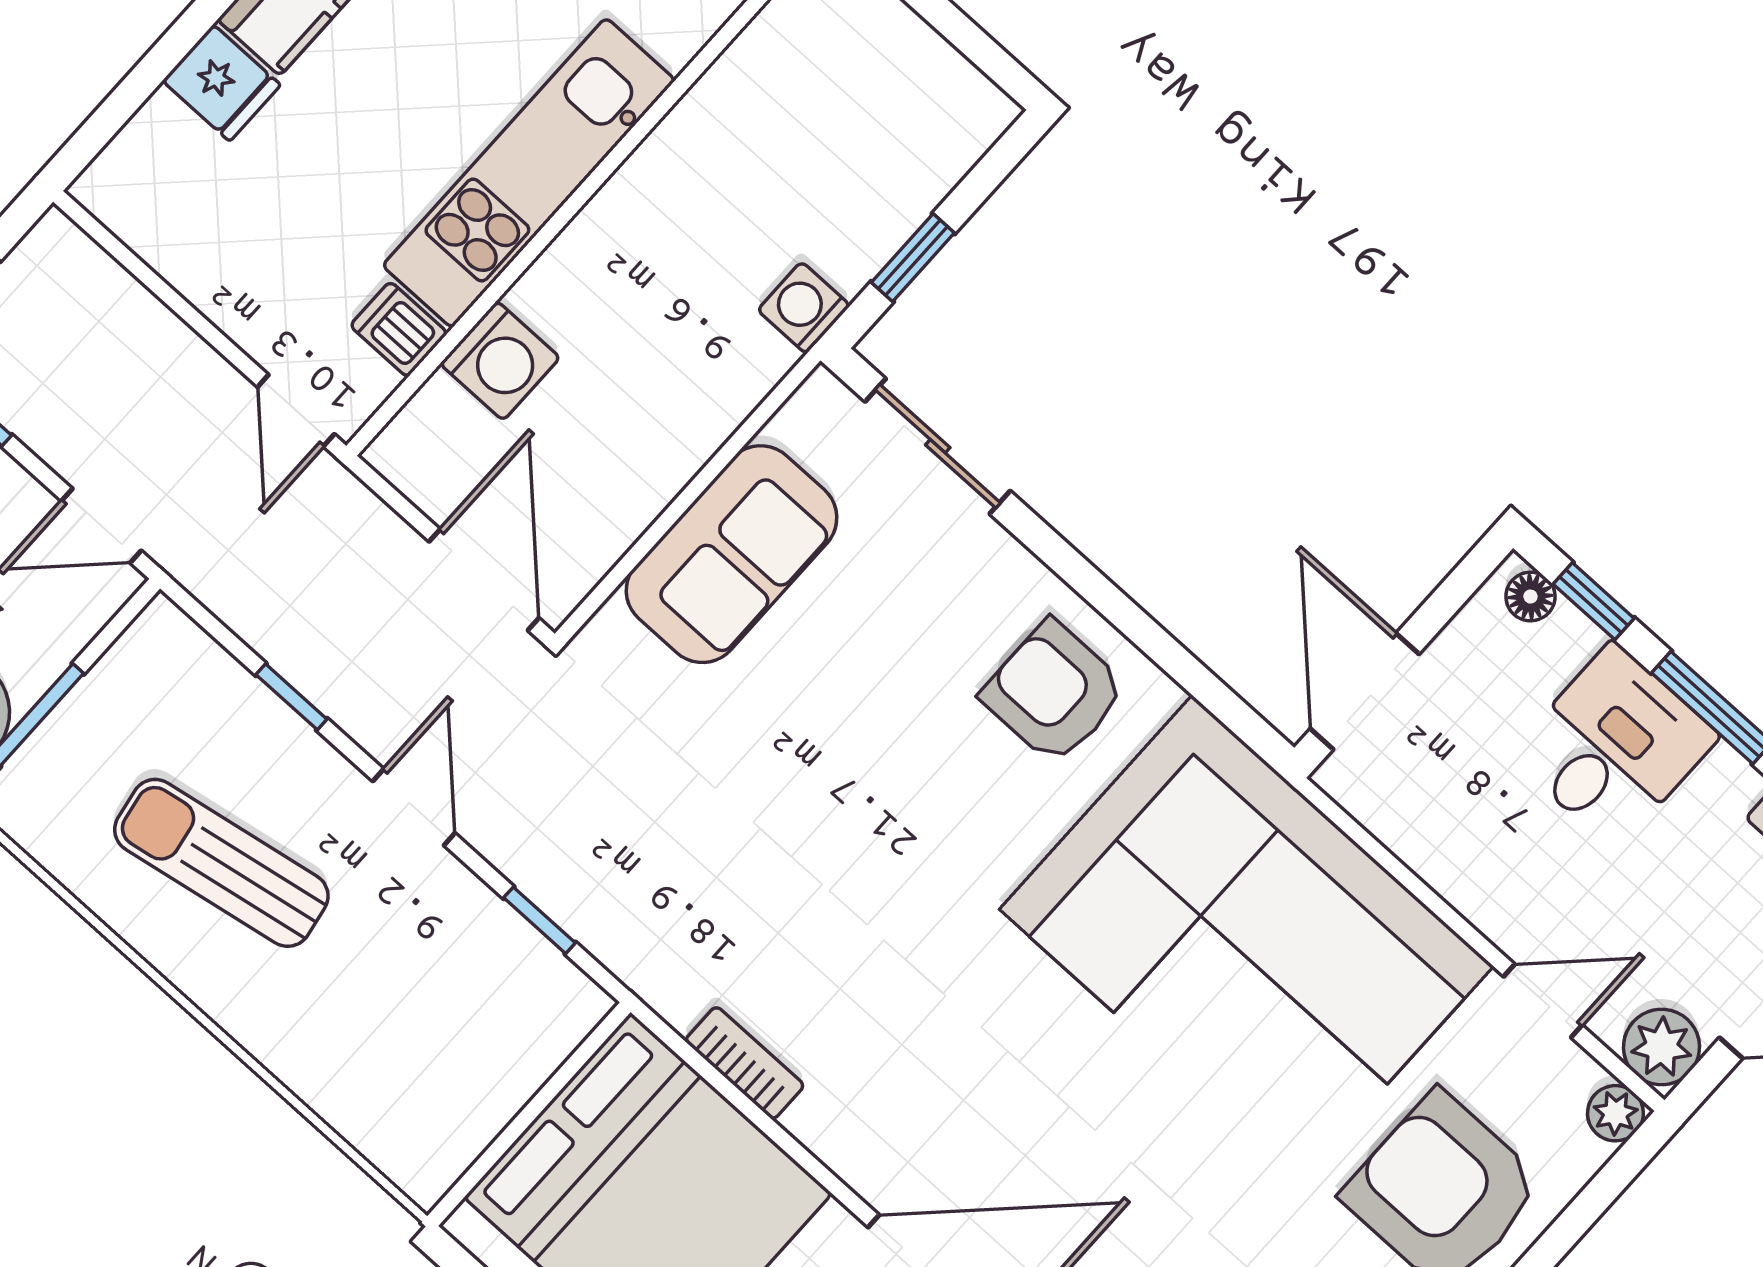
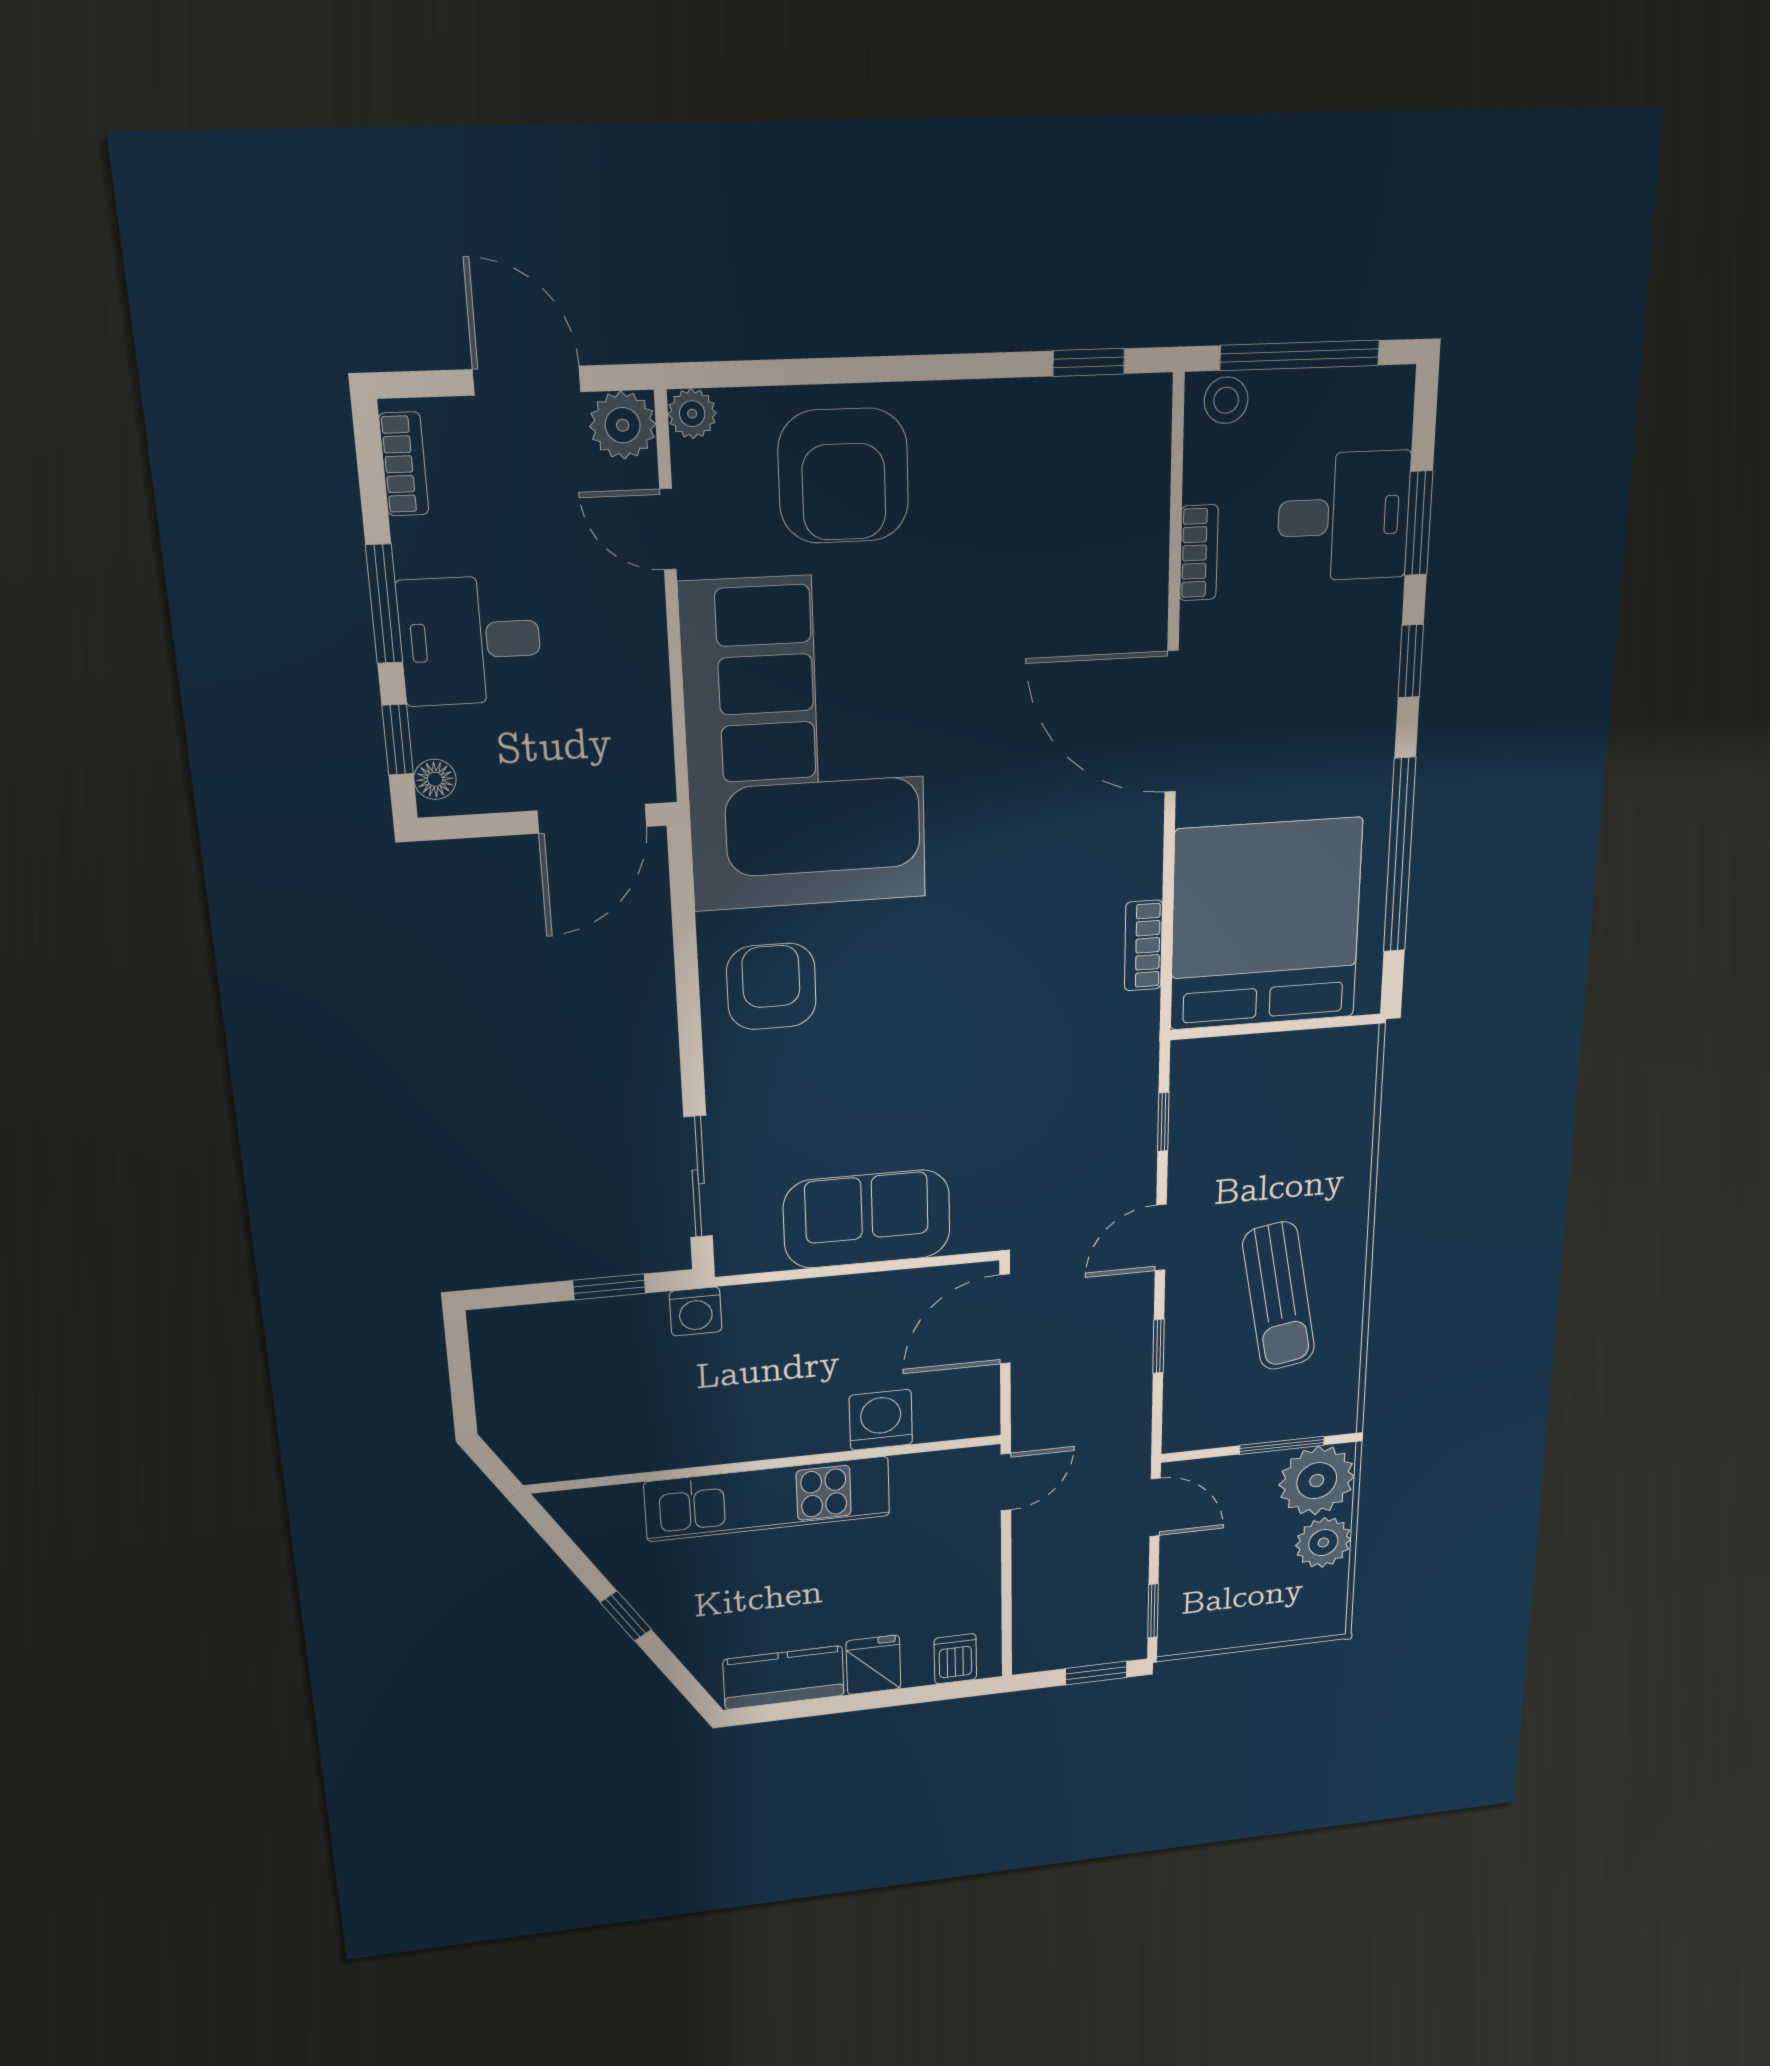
dishwasher: (399, 329) -> (955, 1659), moved, turned 180
armchair: (1054, 692) -> (771, 986), turned 180

